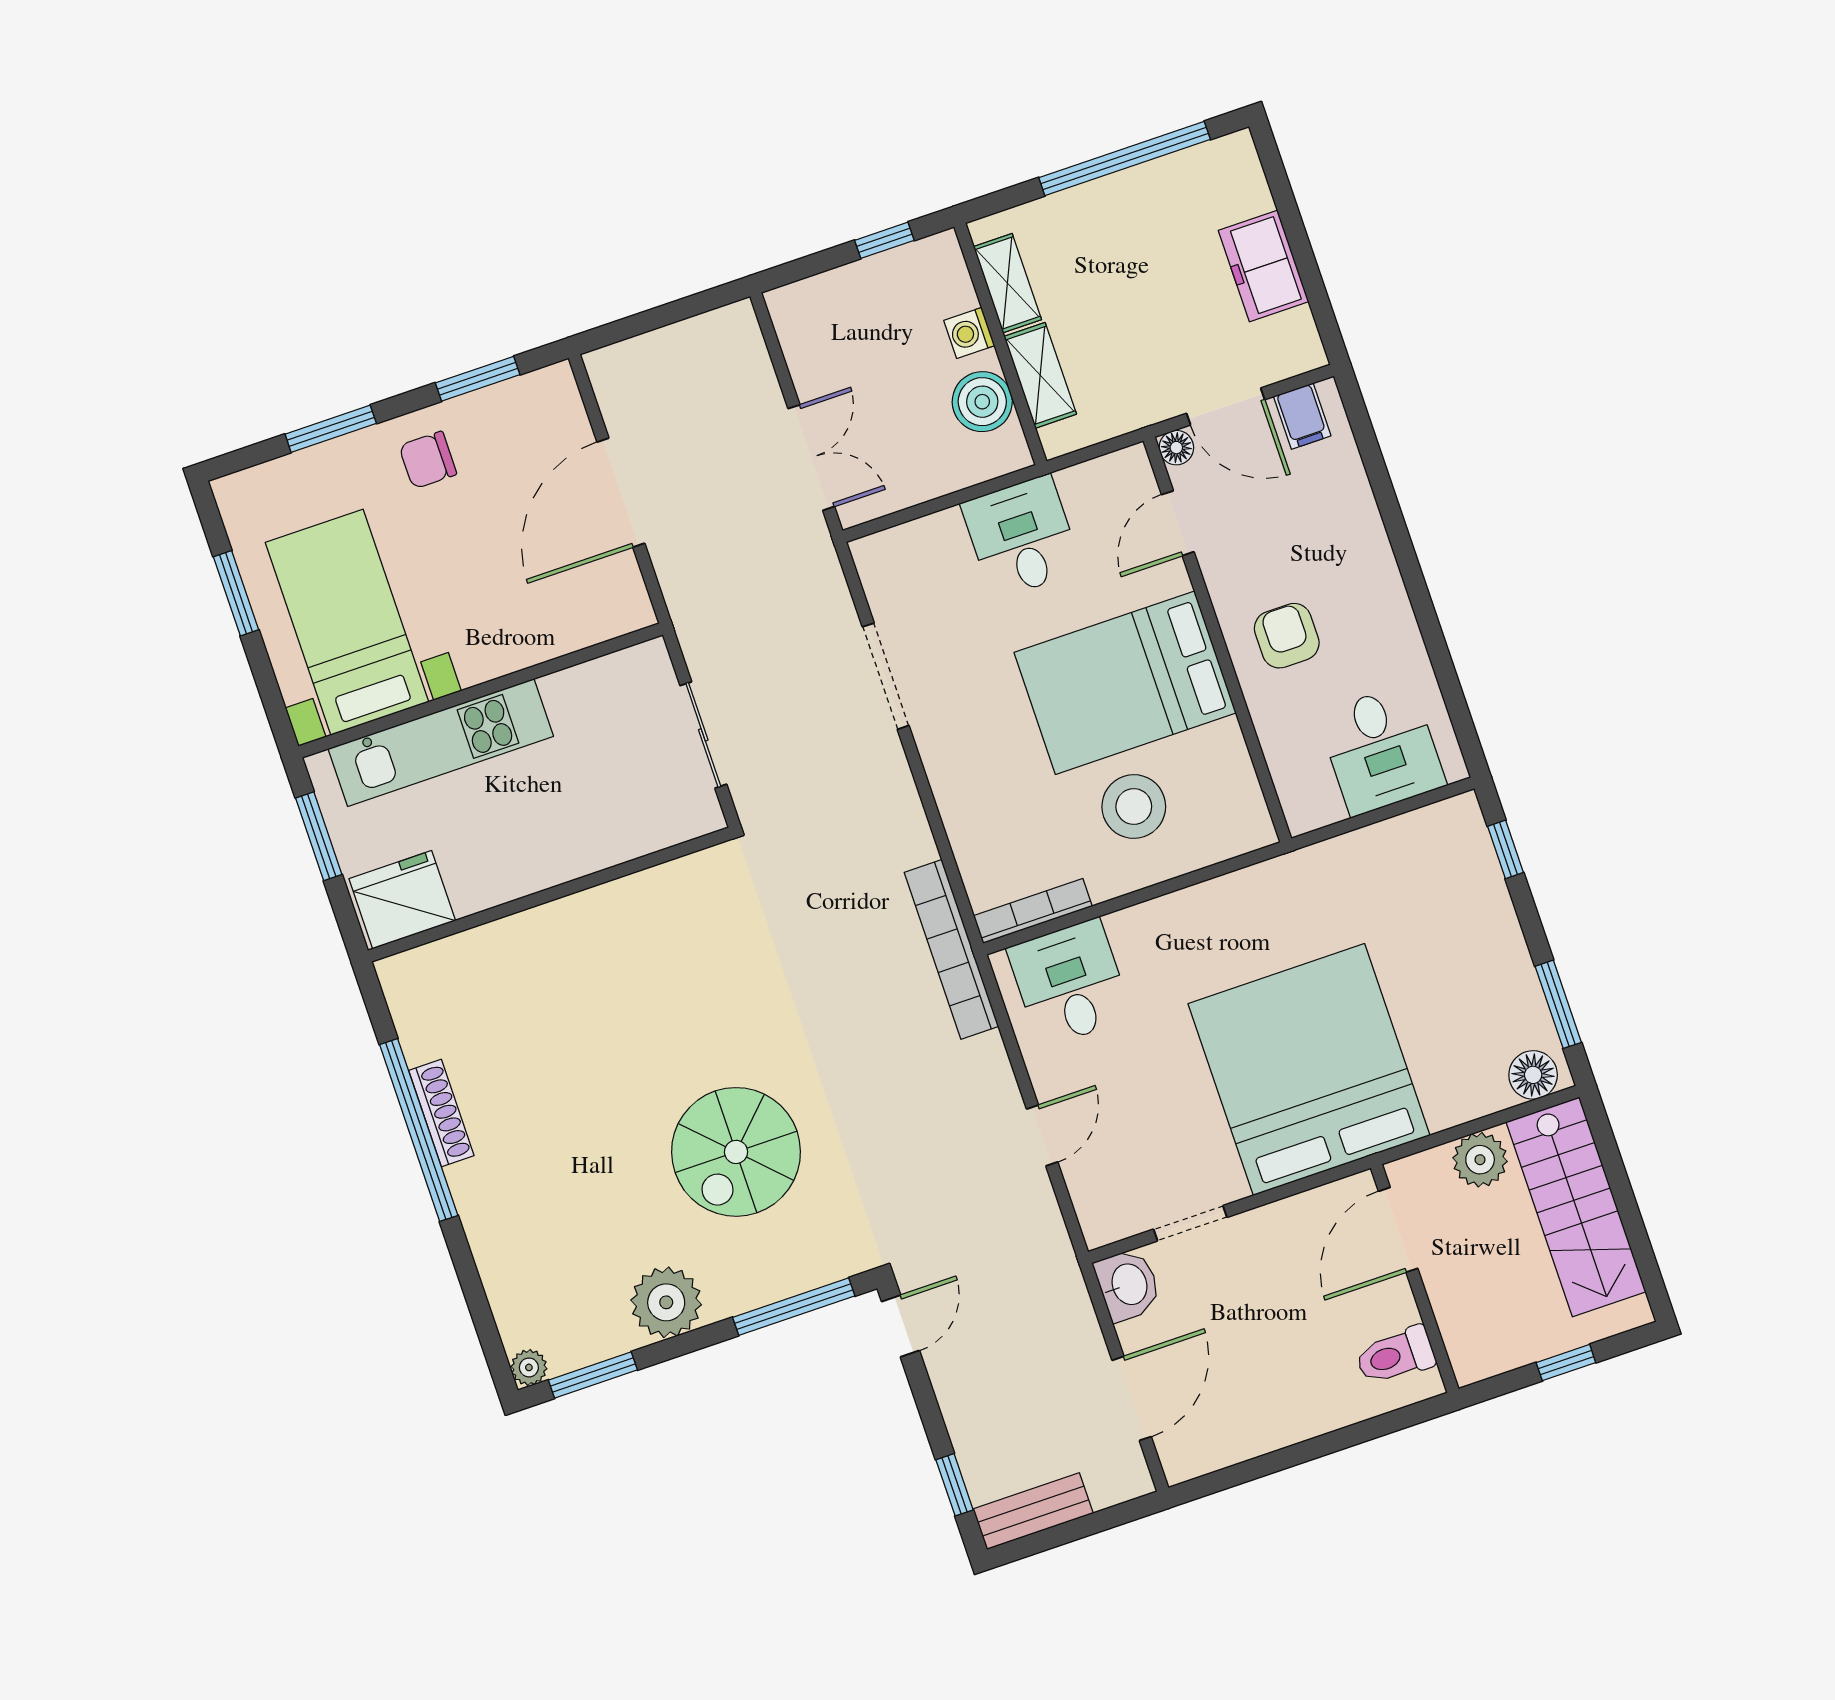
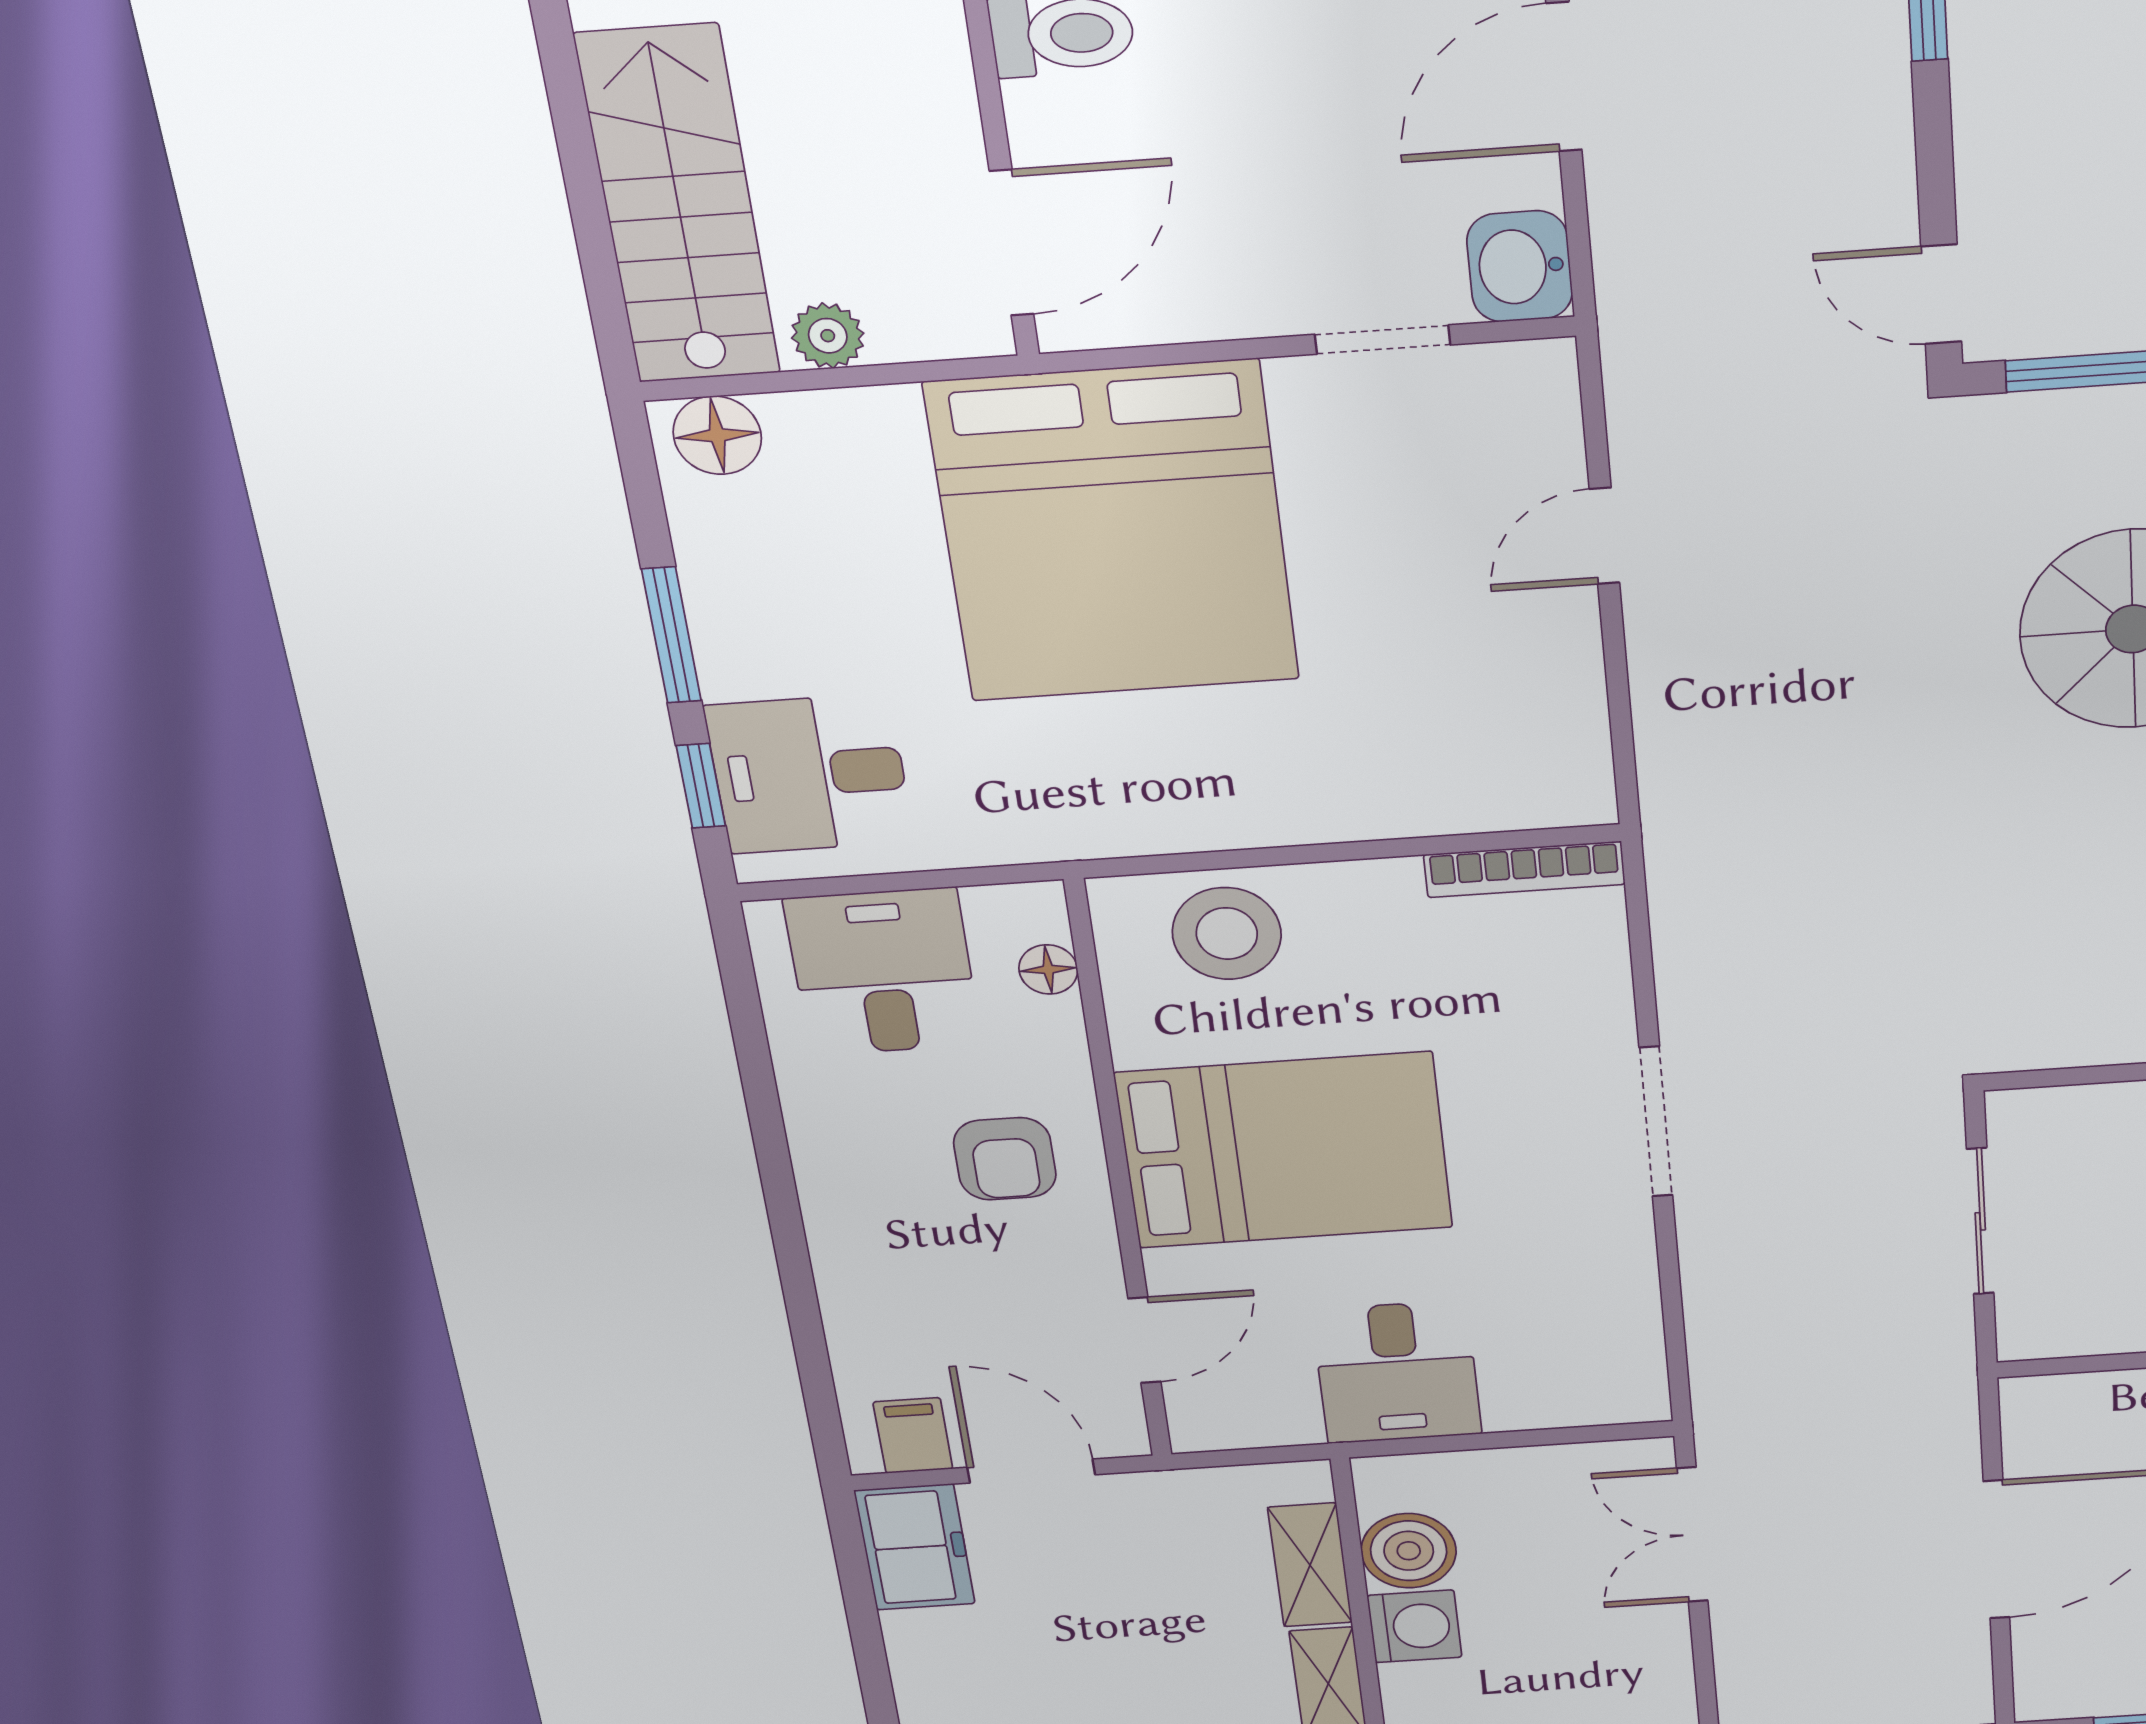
freezer: (1264, 266) -> (915, 1547), moved
washing machine: (969, 333) -> (1415, 1626), width x1.38, depth x1.38
floor lamp: (1176, 448) -> (1048, 969), moved
doorway: (886, 676) -> (1656, 1122), moved
stool: (1134, 807) -> (1227, 934), moved
bookcase: (951, 949) -> (1676, 844), removed
desk: (1070, 983) -> (810, 774), moved, turned 90
window: (1558, 1004) -> (671, 635), moved
plant: (1480, 1160) -> (828, 336), width x0.73, depth x0.73
door: (900, 1326) -> (1941, 294), hinge flipped

